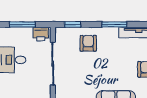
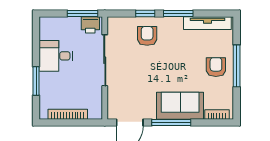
window: (22, 24) -> (82, 13), moved
window: (73, 24) -> (145, 13), moved

